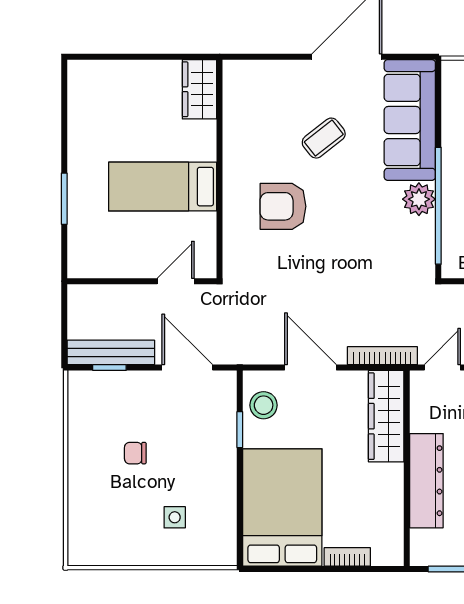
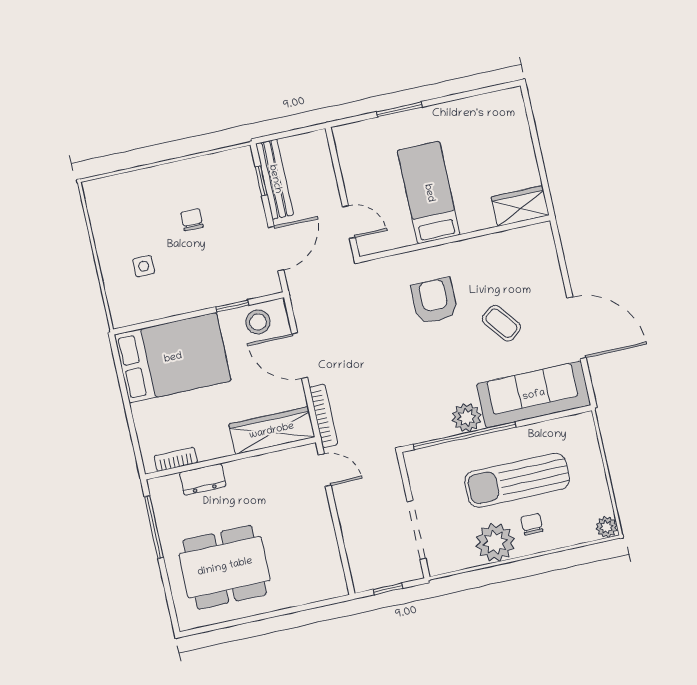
door: (311, 368) -> (300, 356), swing flipped
dresser: (426, 481) -> (203, 479), width x0.51, depth x0.80
bookcase: (347, 557) -> (176, 459), moved, turned -90

